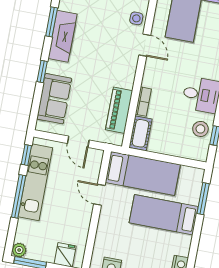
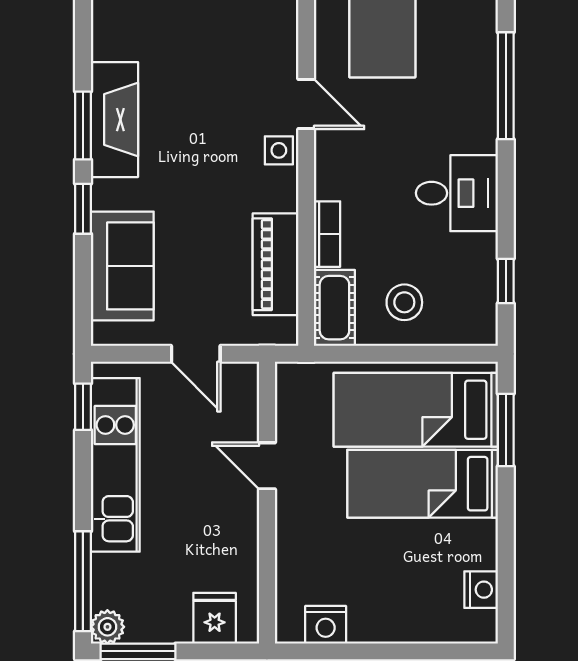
side table: (136, 18) -> (279, 150), moved
window: (52, 22) -> (83, 126), moved
stool: (200, 129) -> (404, 302), moved
bed: (143, 173) -> (416, 410), moved, turned 180
window: (19, 196) -> (83, 581), moved

